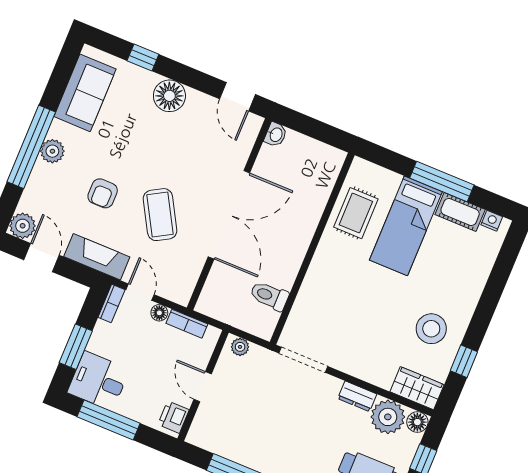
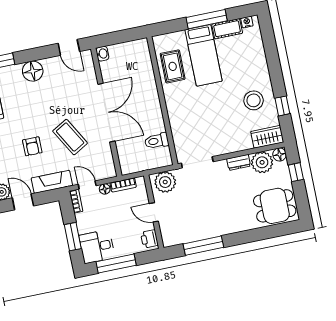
plant: (240, 347) -> (165, 182), width x1.88, depth x1.88

